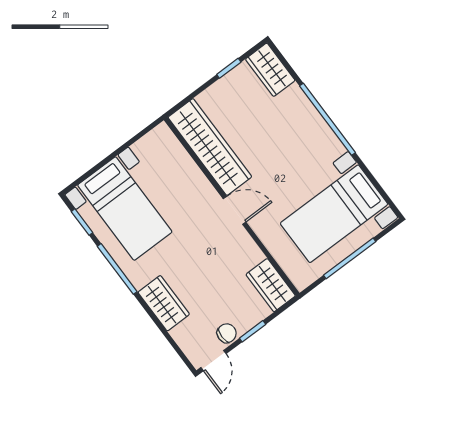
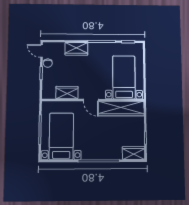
bed with nightstands: (125, 209) -> (124, 77), moved, turned 90
door: (235, 210) -> (91, 100), hinge flipped
wardrobe: (271, 285) -> (67, 93), moved

